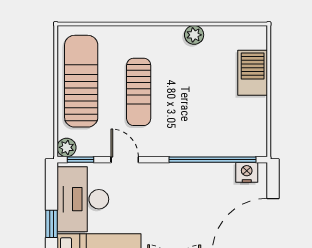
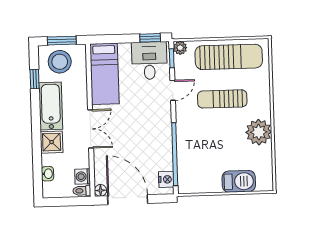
plant: (194, 35) -> (259, 132), width x1.87, depth x1.87
desk: (83, 199) -> (149, 61), width x0.73
window: (52, 224) -> (150, 38), moved

